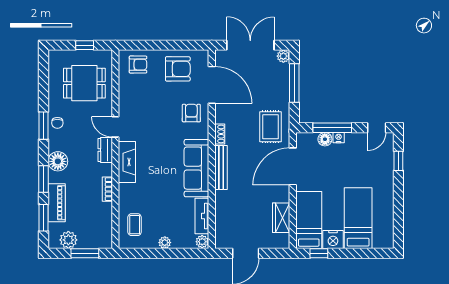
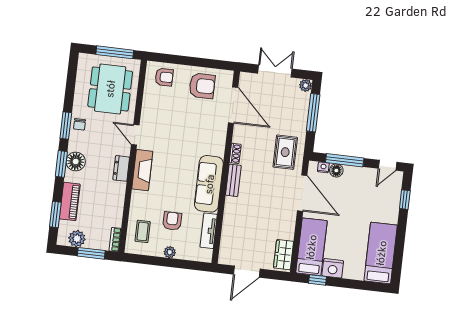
window: (85, 45) -> (115, 52), width x2.17
double door: (250, 45) -> (275, 71), width x0.73
dining table: (84, 83) -> (110, 89), width x1.37
armchair: (191, 113) -> (172, 221), moved
nightstand: (339, 138) -> (323, 167), moved
dresser: (105, 150) -> (121, 168), moved
door: (293, 166) -> (302, 193), swing flipped
bench: (221, 168) -> (233, 180), width x0.73
window: (43, 179) -> (61, 164), moved
bookcase: (107, 189) -> (115, 240), moved
wardrobe: (281, 218) -> (284, 255), moved
bed: (358, 218) -> (381, 253), moved
plant: (202, 242) -> (206, 256), removed

